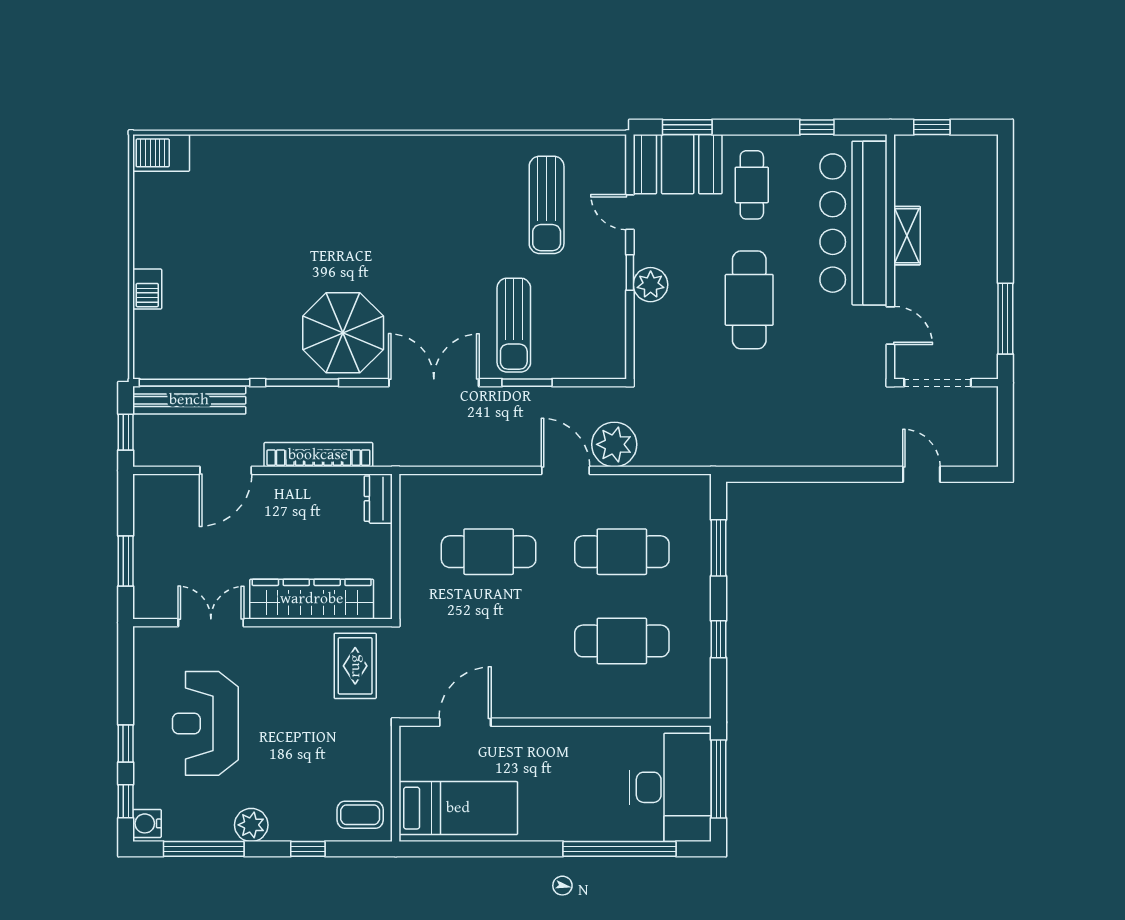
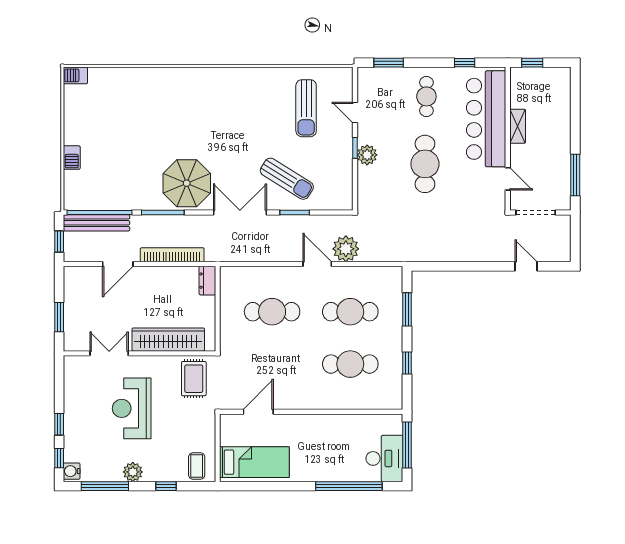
barbecue: (161, 153) -> (75, 75), width x0.73, depth x0.79
booth: (678, 164) -> (383, 84), removed
sun lounger: (514, 325) -> (287, 179), turned -58
reception desk: (205, 723) -> (132, 408), moved
desk: (671, 787) -> (384, 458), width x0.73, depth x0.77
coffee table: (360, 815) -> (197, 466), turned 90

